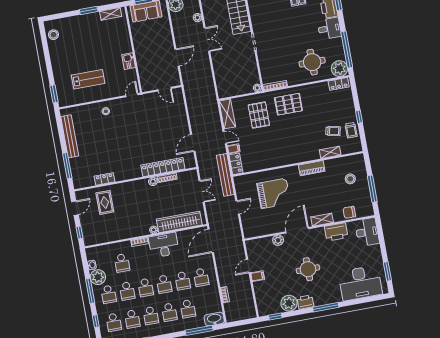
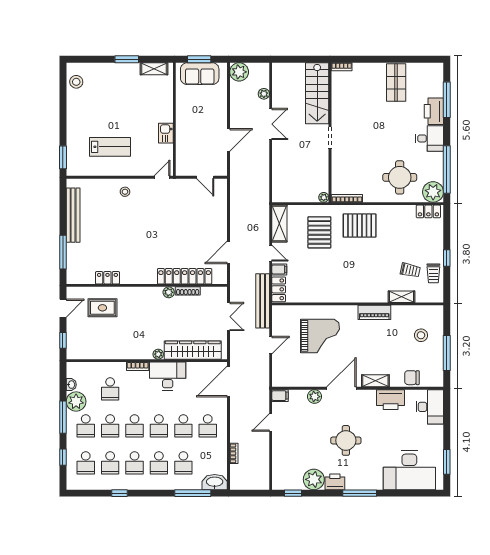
rug: (105, 202) -> (102, 308), turned 90
filing cabinet: (258, 276) -> (280, 396), moved

